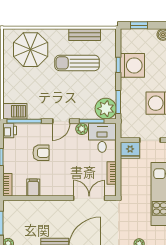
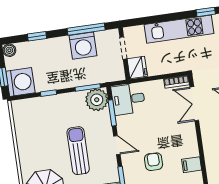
bench: (85, 35) -> (22, 134), removed
sun lounger: (77, 63) -> (78, 151), moved, turned 180
washing machine: (132, 65) -> (21, 82), moved, turned 90
plant: (82, 129) -> (122, 122), removed
bookcase: (112, 173) -> (177, 82), moved

